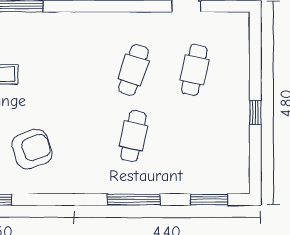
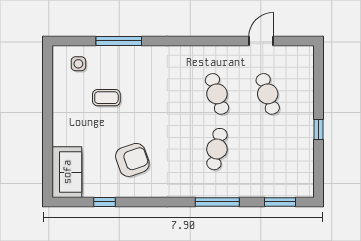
cafe table: (133, 70) -> (217, 94), turned -36
cafe table: (194, 70) -> (268, 94), turned -30

